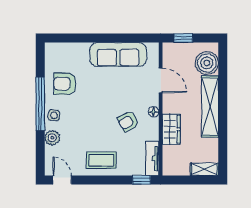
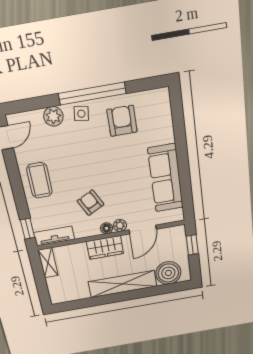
plant: (153, 100) -> (120, 225), added
wardrobe: (171, 129) -> (105, 247), moved
shelving: (204, 169) -> (48, 263), moved

